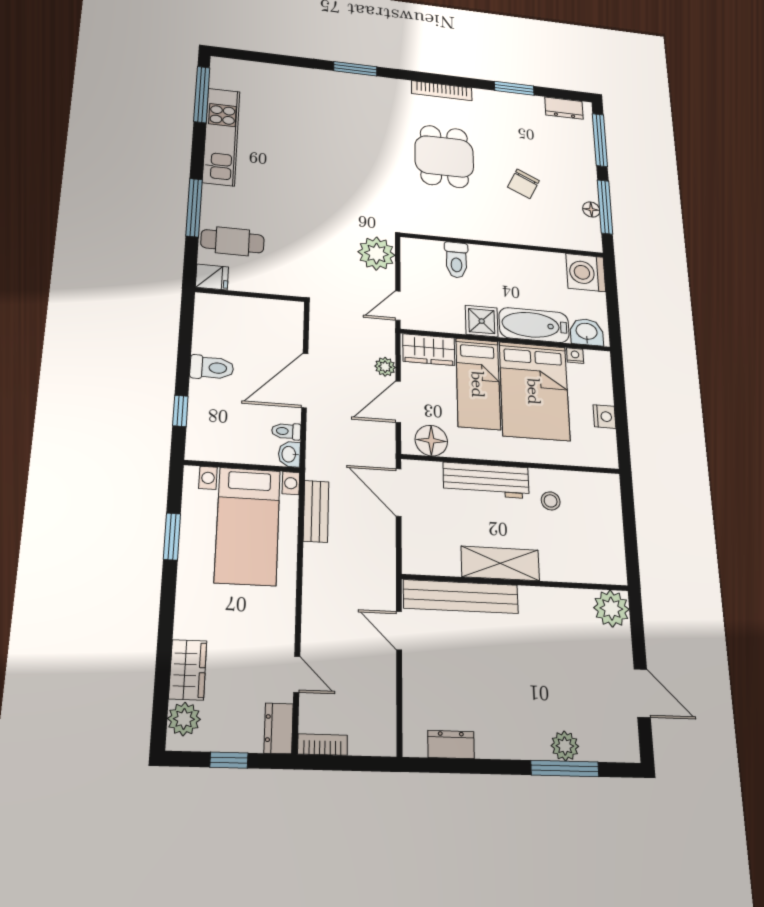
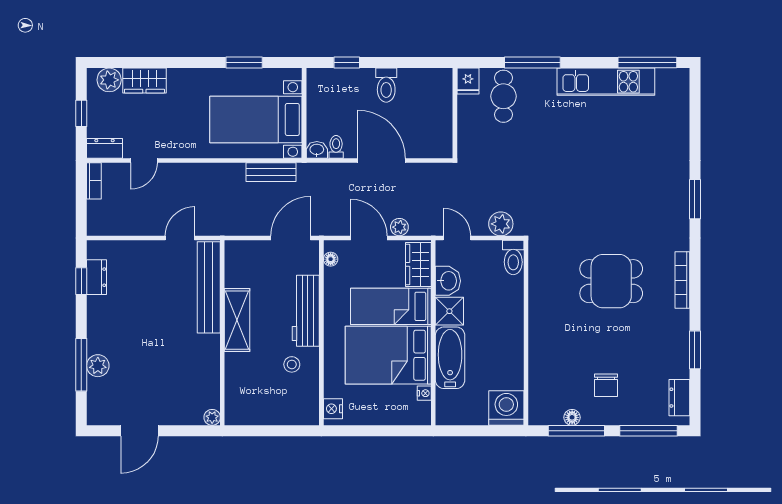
chair: (523, 184) -> (606, 385), moved, turned -116
plant: (376, 253) -> (501, 224), width x0.73, depth x0.73
toilet: (456, 260) -> (513, 258), moved, turned -90
washbasin: (587, 332) -> (448, 281), moved
nightstand: (605, 417) -> (333, 409), moved, turned 90
floor lamp: (431, 441) -> (331, 259), width x0.53, depth x0.53
plant: (611, 609) -> (212, 417), width x0.53, depth x0.53
window: (457, 766) -> (81, 281), added

